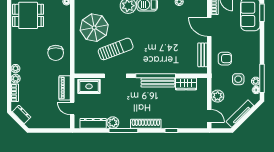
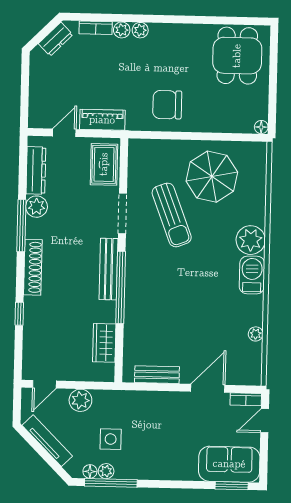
armchair: (225, 59) -> (149, 415), removed
bench: (158, 83) -> (109, 269), moved

